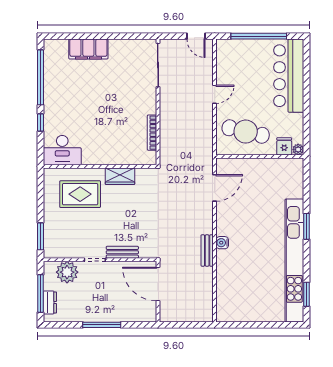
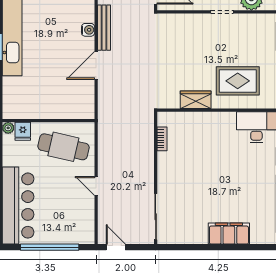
door: (215, 94) -> (96, 186), hinge flipped
bookcase: (152, 133) -> (162, 139), width x0.64
door: (215, 188) -> (96, 65), moved
bench: (207, 250) -> (104, 28), width x1.36
bench: (122, 252) -> (193, 20), removed

